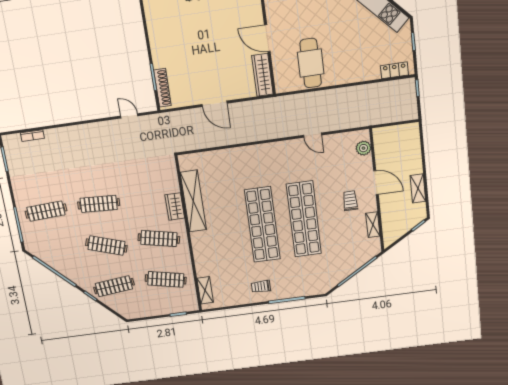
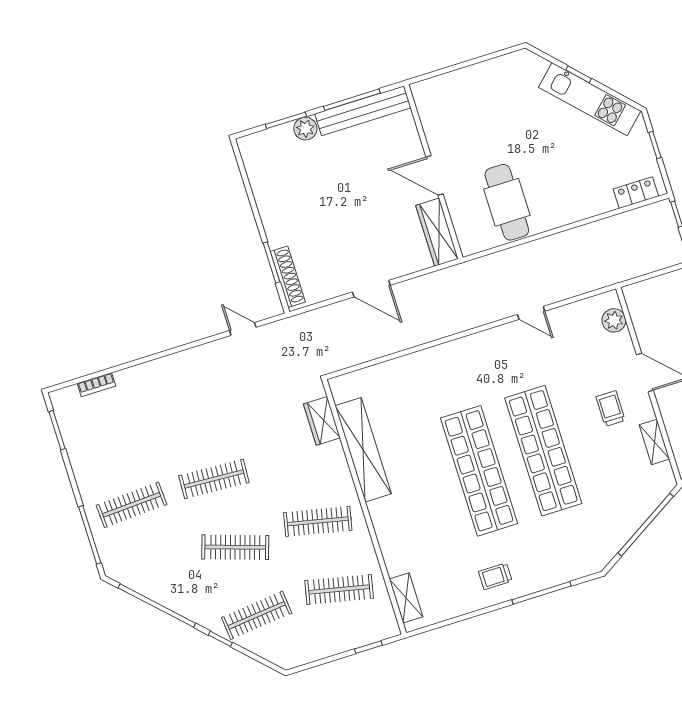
wardrobe: (175, 206) -> (322, 421), moved

